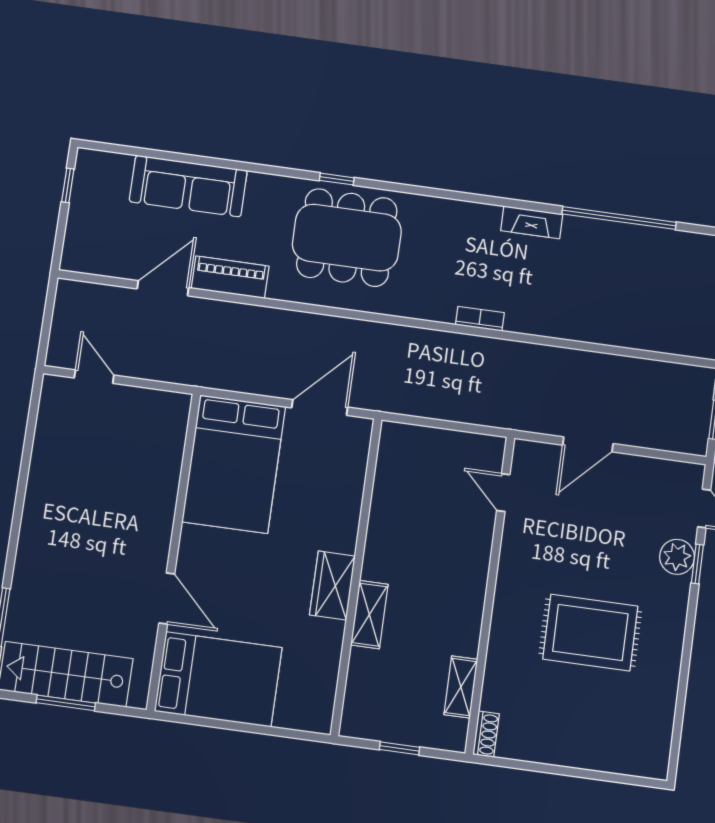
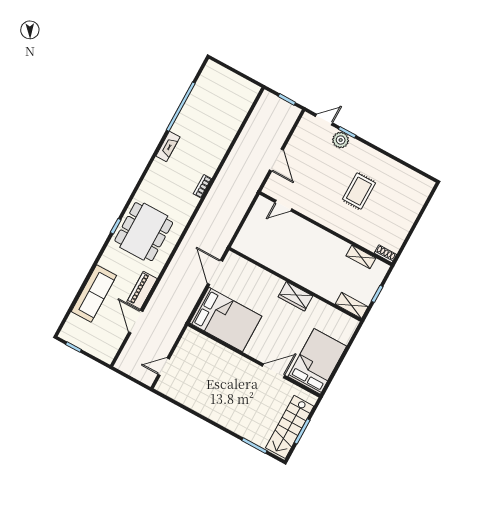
shelving: (369, 615) -> (352, 305), moved
rug: (590, 633) -> (359, 191), width x0.73, depth x0.70

